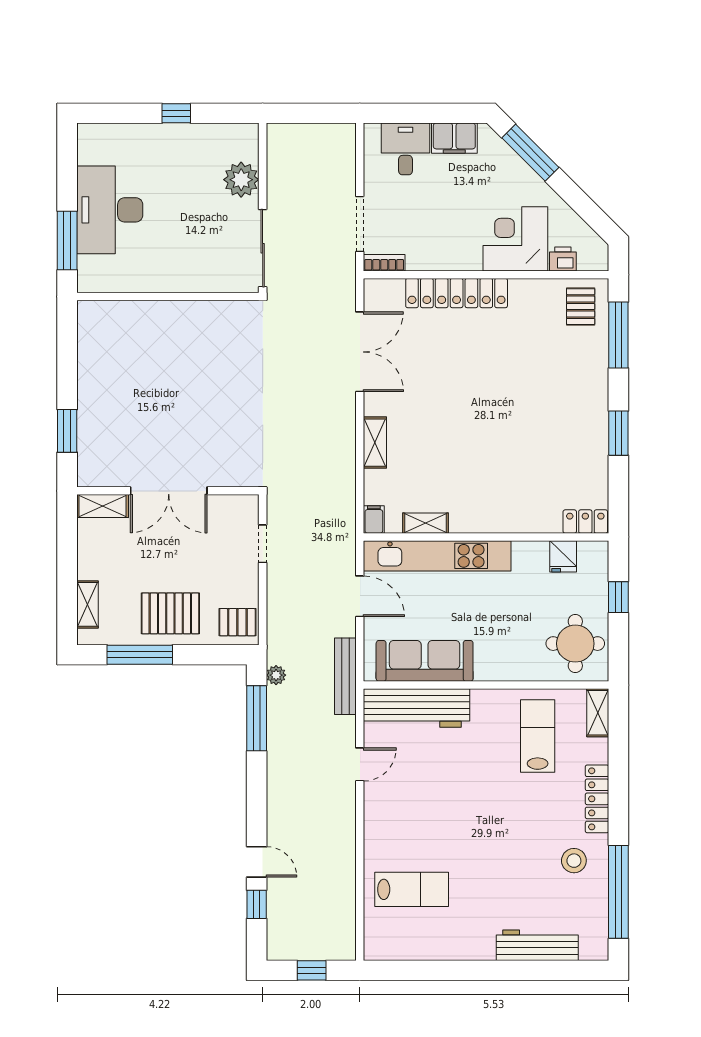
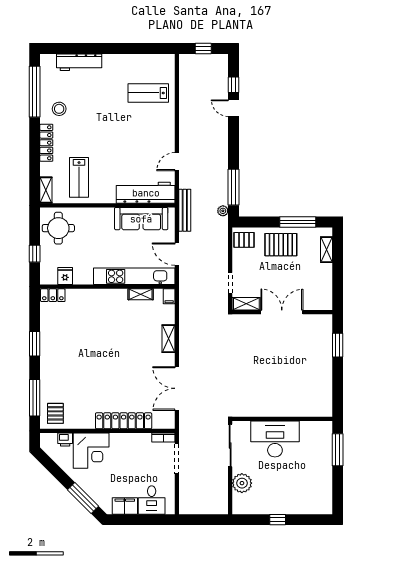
desk: (110, 210) -> (275, 439), moved, turned -90
shelving: (103, 506) -> (246, 304), moved

